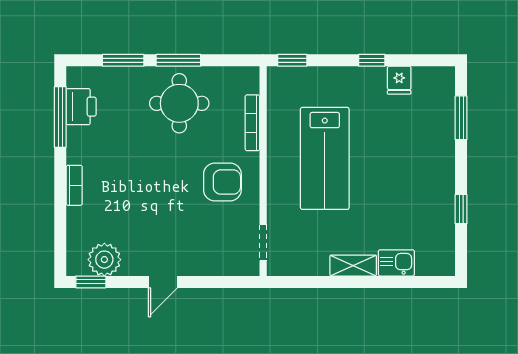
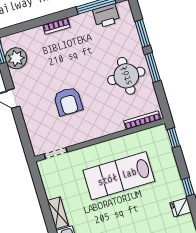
bookcase: (252, 123) -> (142, 120), moved
armchair: (222, 182) -> (68, 101), moved

